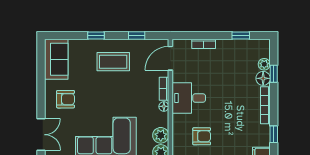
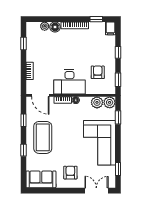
coffee table: (113, 62) -> (43, 137), width x1.36, depth x1.32
window: (274, 74) -> (52, 19), removed
desk: (189, 98) -> (69, 82), width x1.37

